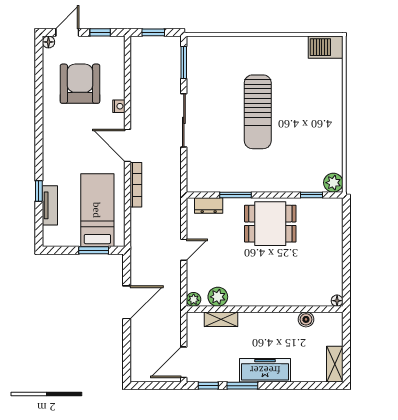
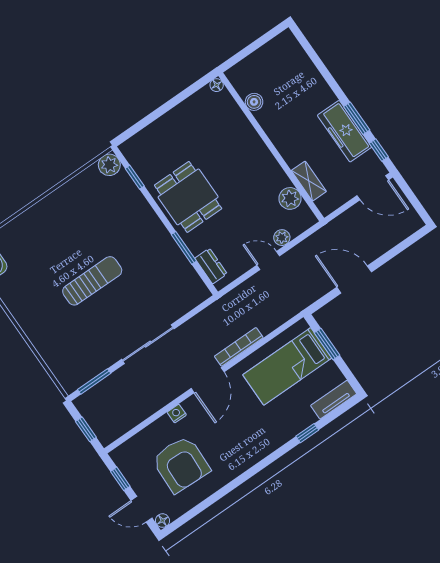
armchair: (80, 84) -> (181, 464), turned -88
sun lounger: (258, 112) -> (92, 281), width x0.73, depth x0.75
tv unit: (50, 205) -> (334, 400), moved
plant: (194, 299) -> (282, 238), moved
shelving: (335, 364) -> (277, 46), removed
freezer: (265, 370) -> (345, 131), moved

